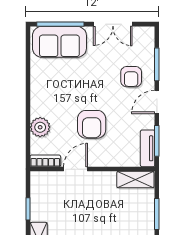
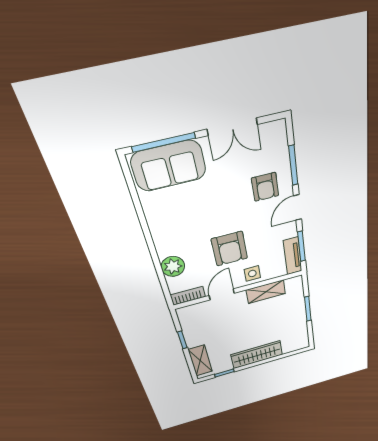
side table: (108, 156) -> (252, 273), added
shelving: (135, 180) -> (266, 292), moved

